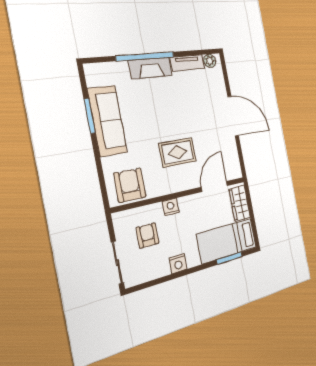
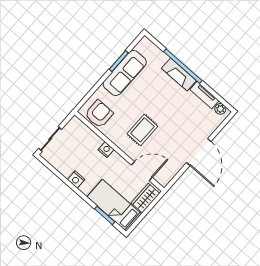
rug: (178, 152) -> (142, 130), turned 90
armchair: (147, 235) -> (78, 147), removed

